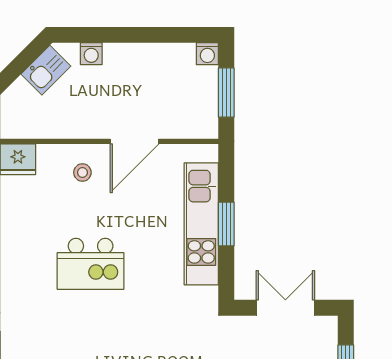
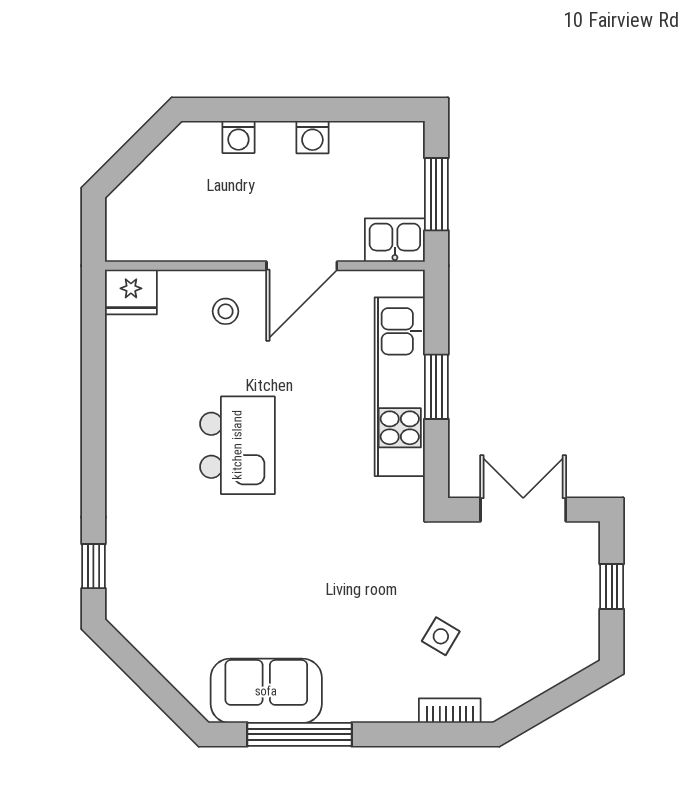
washing machine: (207, 54) -> (312, 137), moved
kitchen sink: (46, 70) -> (395, 240), moved, turned -135
kitchen island: (91, 264) -> (237, 445), turned -90

